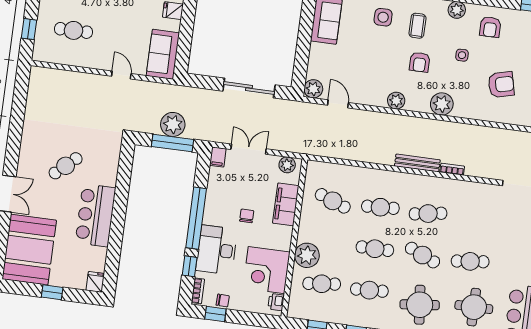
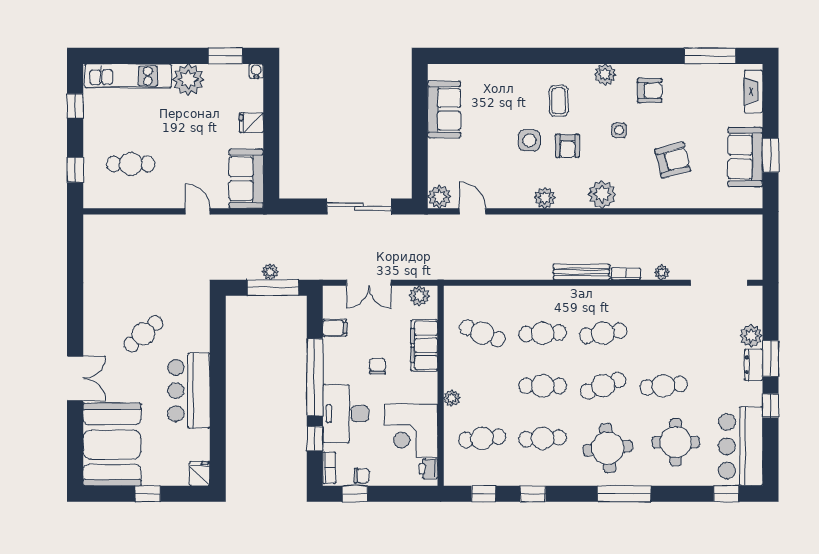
side table: (383, 17) -> (529, 140), moved
armchair: (490, 27) -> (650, 90), turned -90
plant: (173, 124) -> (270, 272), width x0.53, depth x0.53
double door: (249, 149) -> (369, 283), swing flipped
filing cabinet: (218, 157) -> (335, 328), moved, turned -90
plant: (481, 172) -> (662, 272), added
plant: (307, 255) -> (452, 398), width x0.53, depth x0.53
cafe table: (422, 255) -> (603, 386), turned -45

